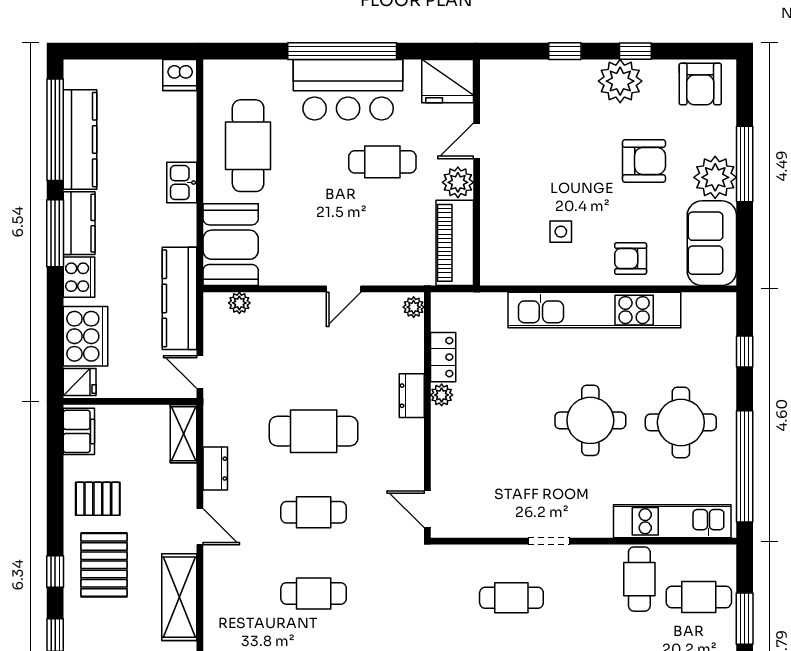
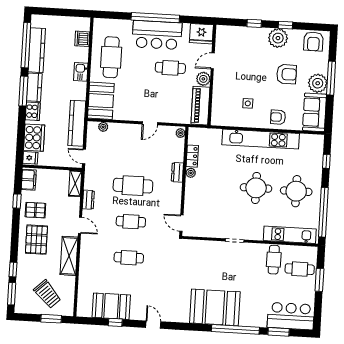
dishwasher: (180, 75) -> (82, 39), moved, turned 90
window: (55, 571) -> (17, 201), moved
cafe table: (511, 598) -> (217, 265), removed

